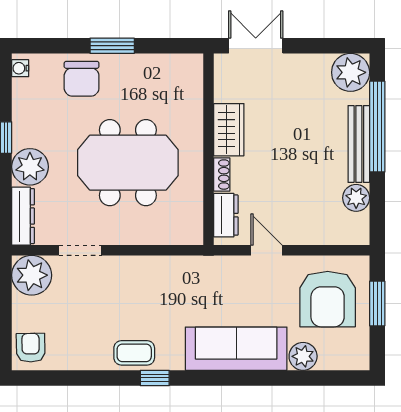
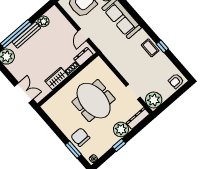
window: (112, 46) -> (73, 150), moved
double door: (256, 46) -> (24, 93), swing flipped
chair: (82, 79) -> (80, 137), turned -90
window: (155, 378) -> (162, 46), moved

